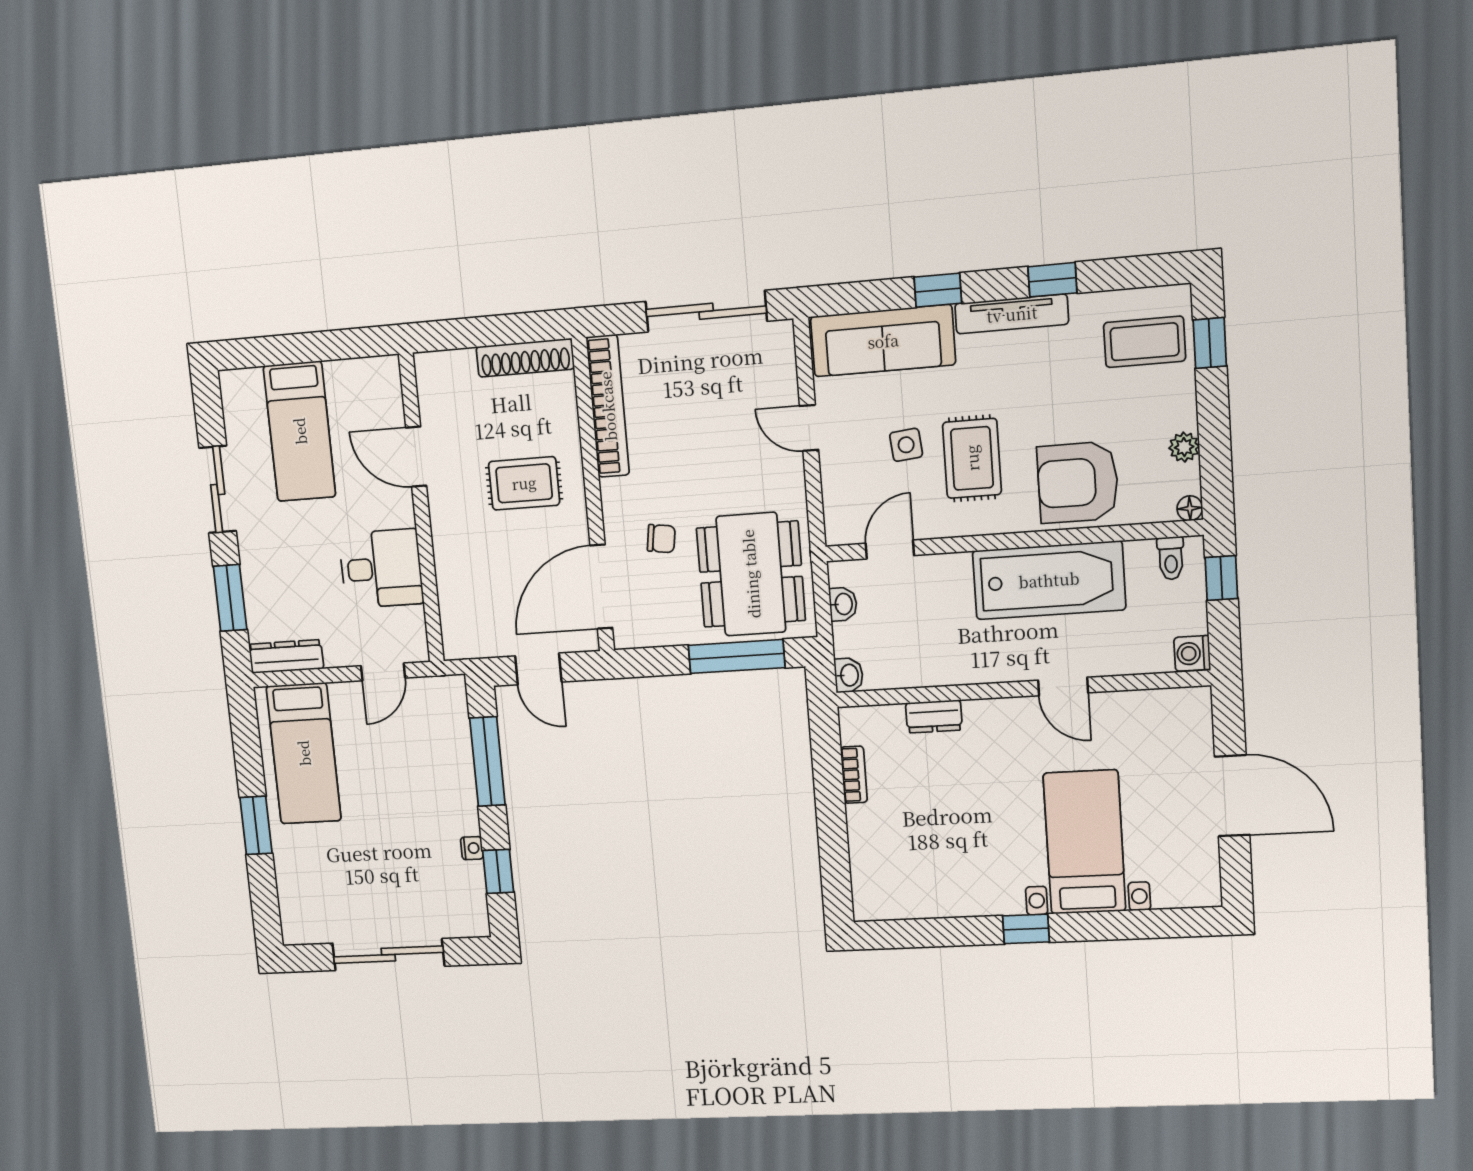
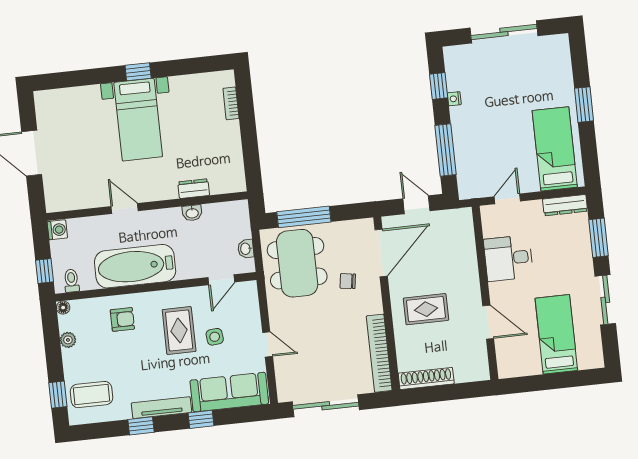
armchair: (1078, 482) -> (122, 319), width x0.53, depth x0.53
washbasin: (849, 675) -> (192, 213), moved, turned -90
bookcase: (854, 775) -> (231, 103), moved
bed with nightstands: (1084, 842) -> (138, 120), moved

